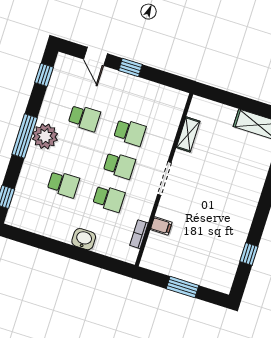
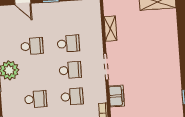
filing cabinet: (161, 226) -> (117, 96), width x2.00

